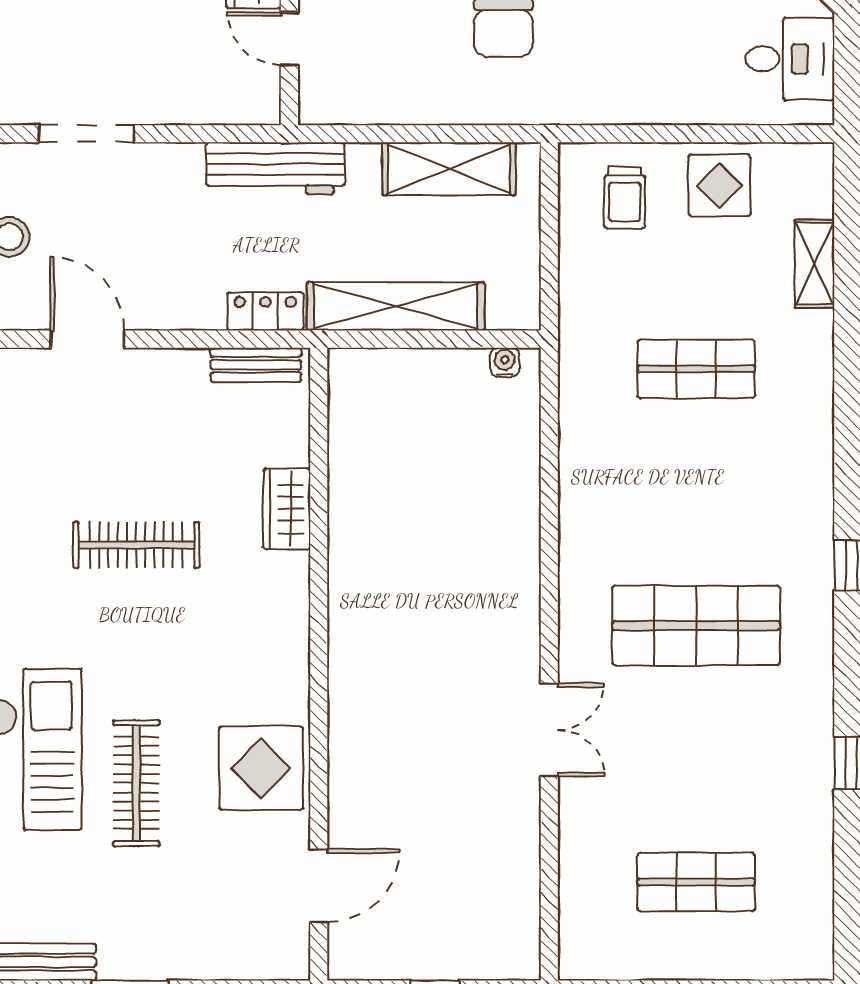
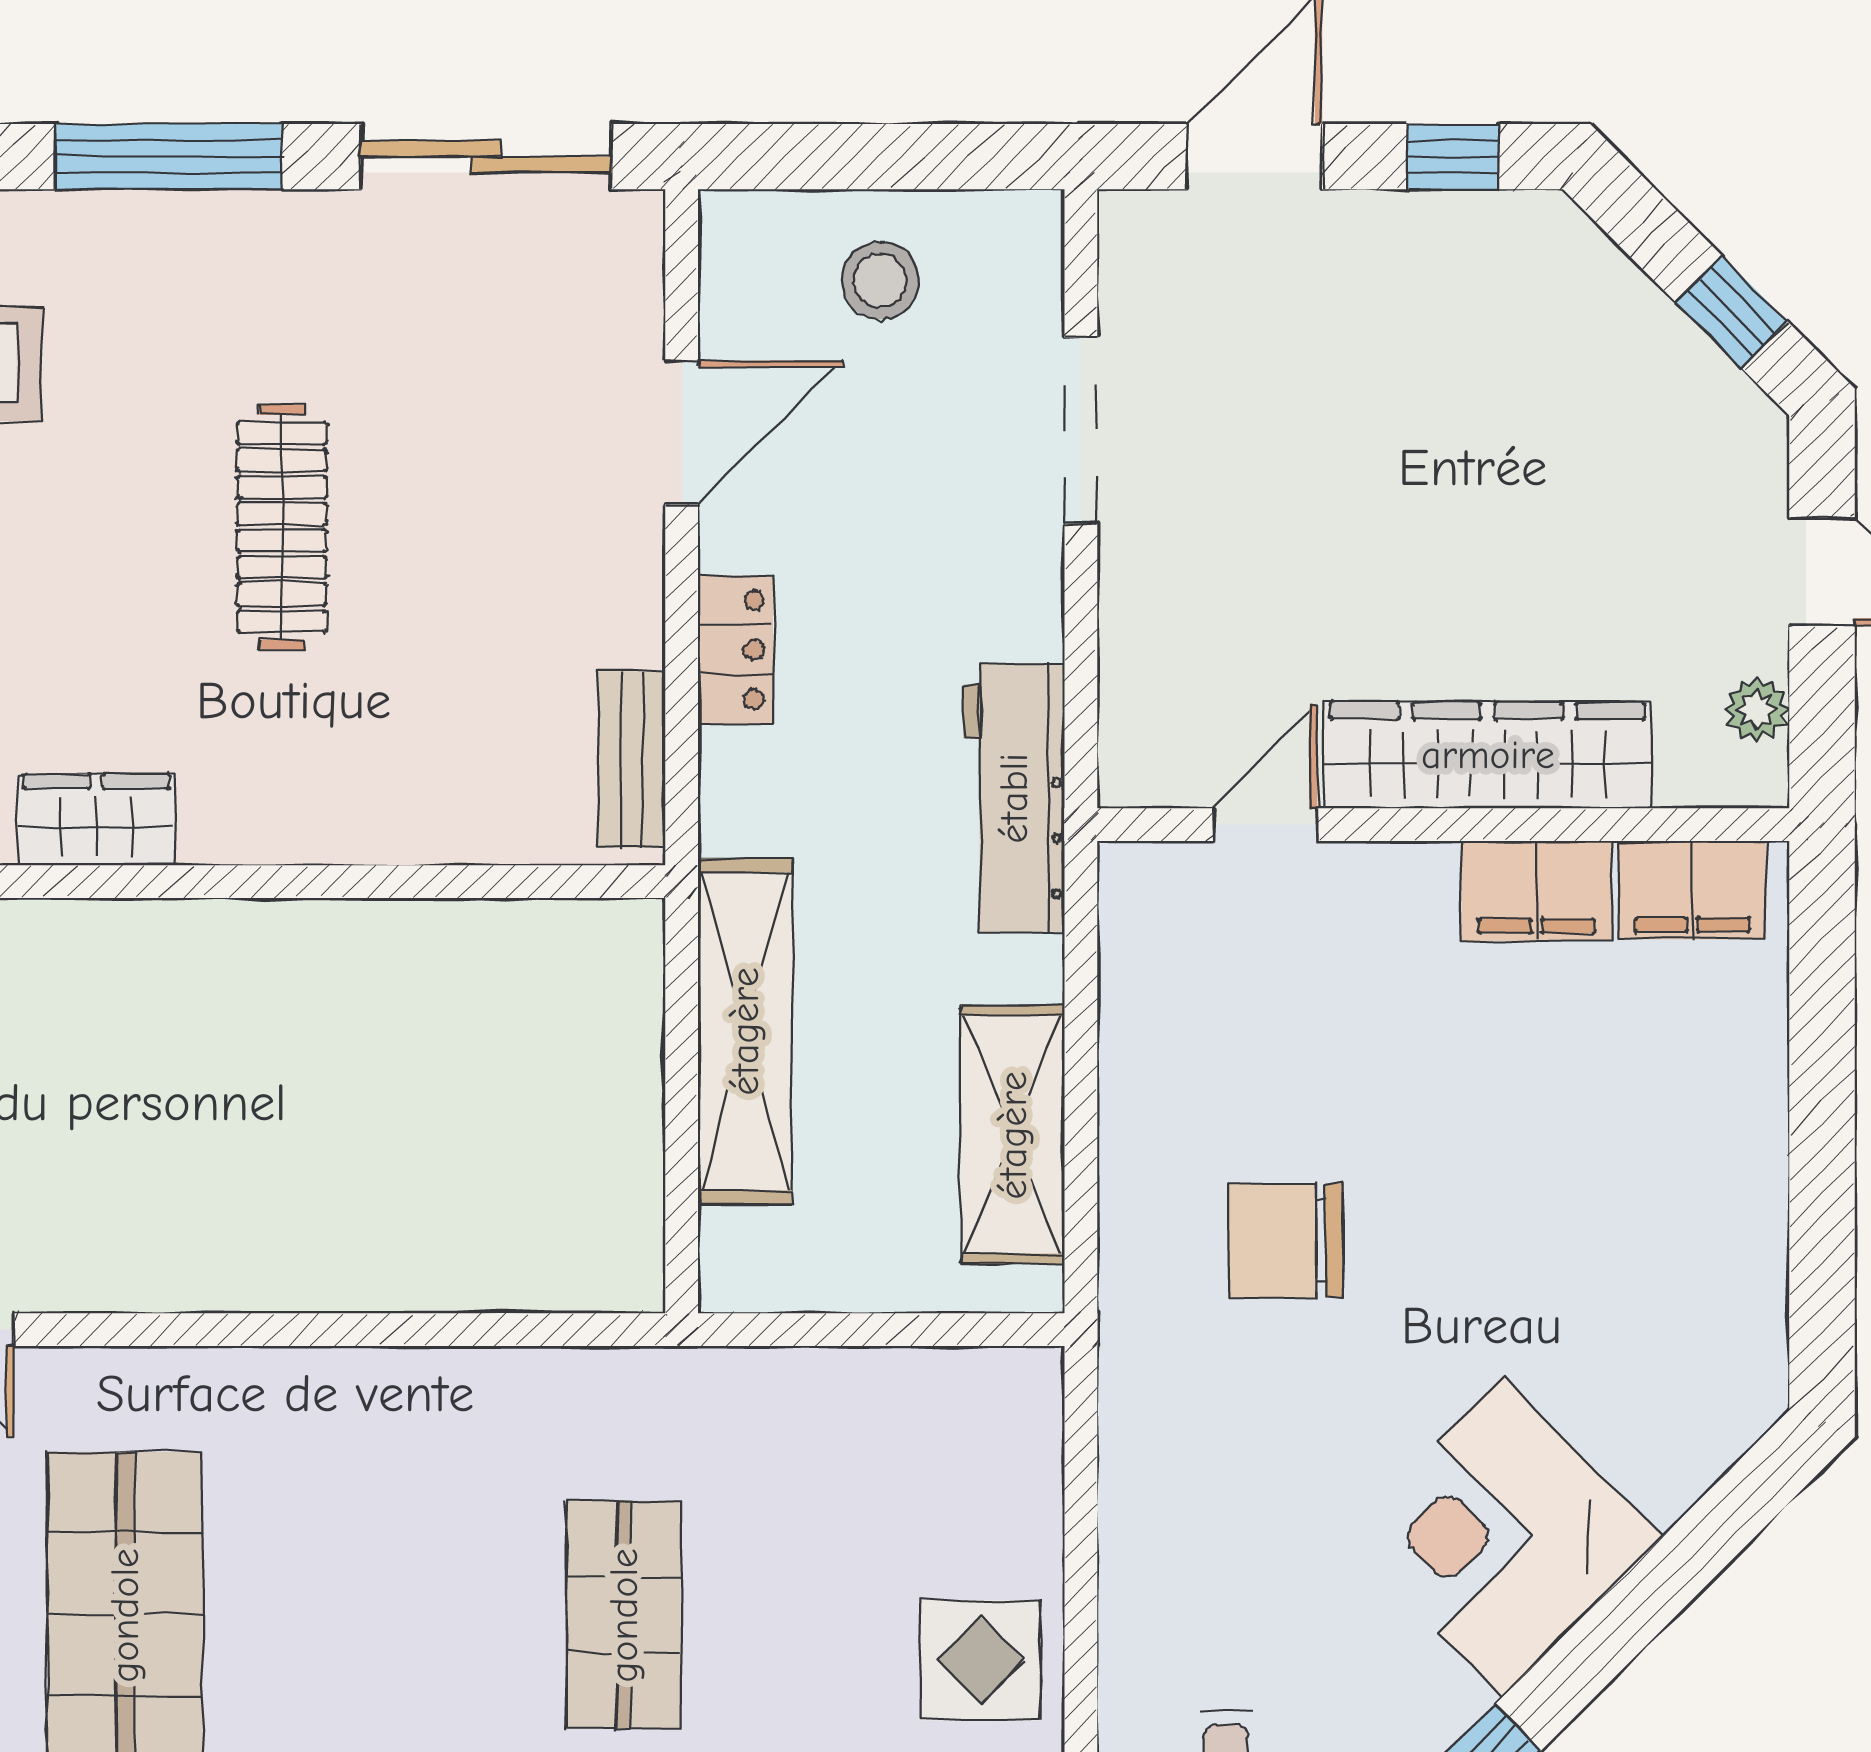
trolley: (625, 198) -> (957, 1476), removed
locker: (265, 311) -> (735, 650), moved
water cooler: (505, 362) -> (637, 1243), removed
wardrobe: (287, 509) -> (96, 820), moved

